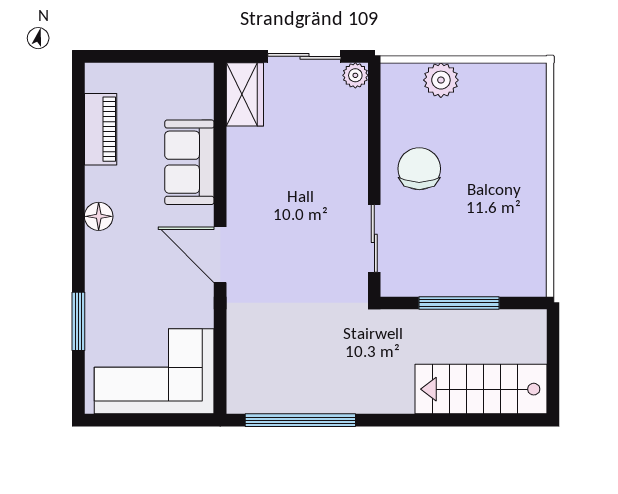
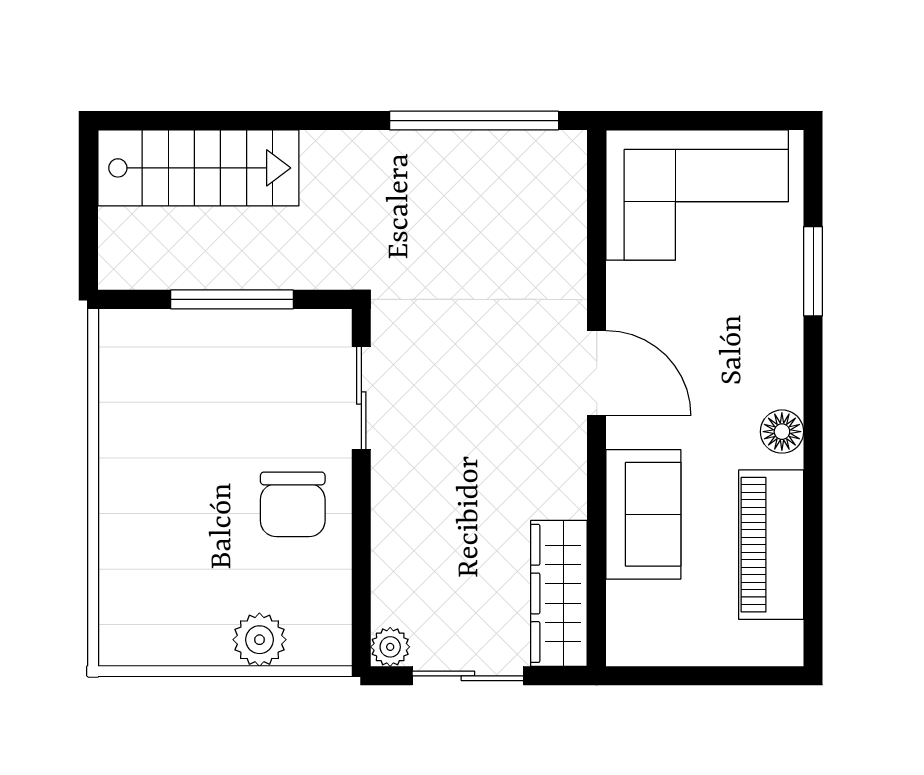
wardrobe: (245, 94) -> (559, 593), width x1.50
piano: (101, 129) -> (771, 545), width x1.37, depth x1.33

